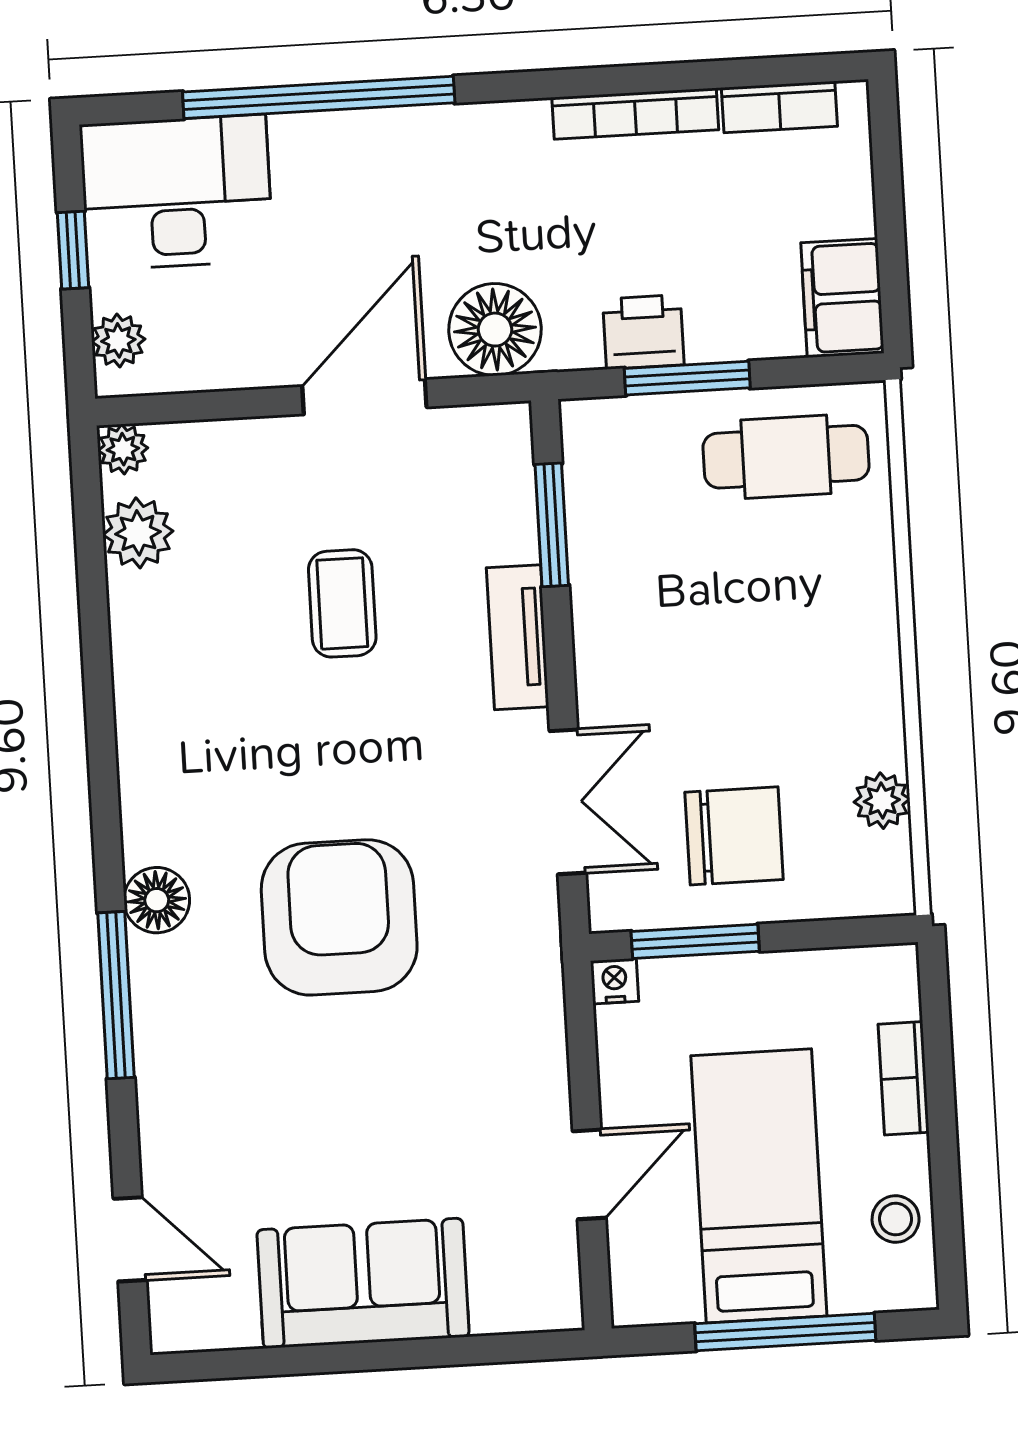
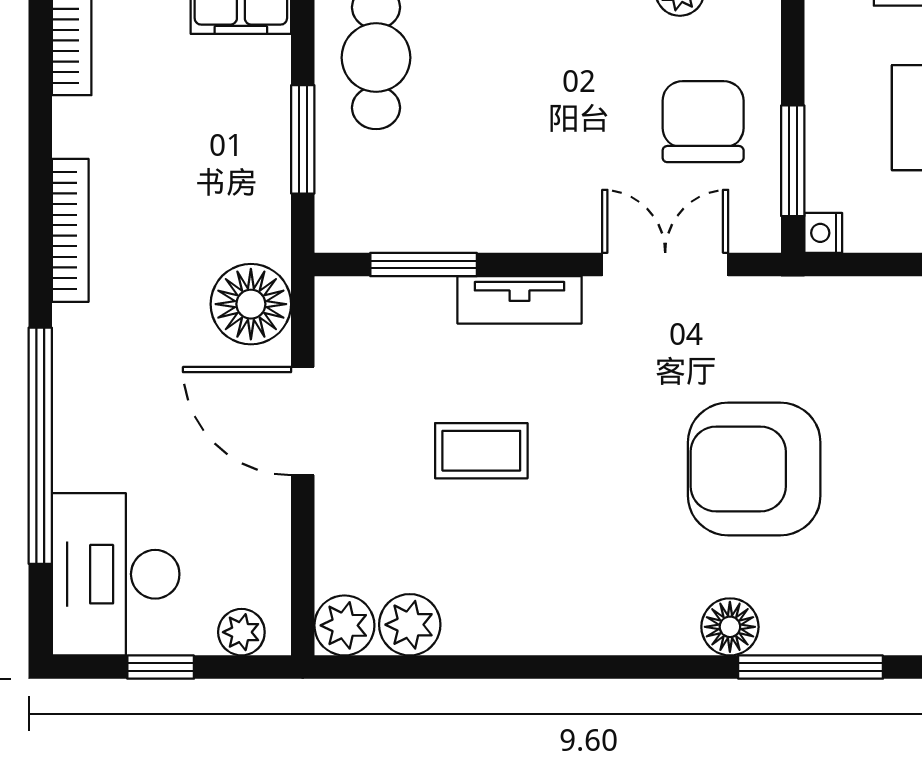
bookcase: (635, 114) -> (70, 230), moved
printer: (643, 332) -> (260, 175), removed
plant: (123, 449) -> (344, 625), width x1.38, depth x1.38

